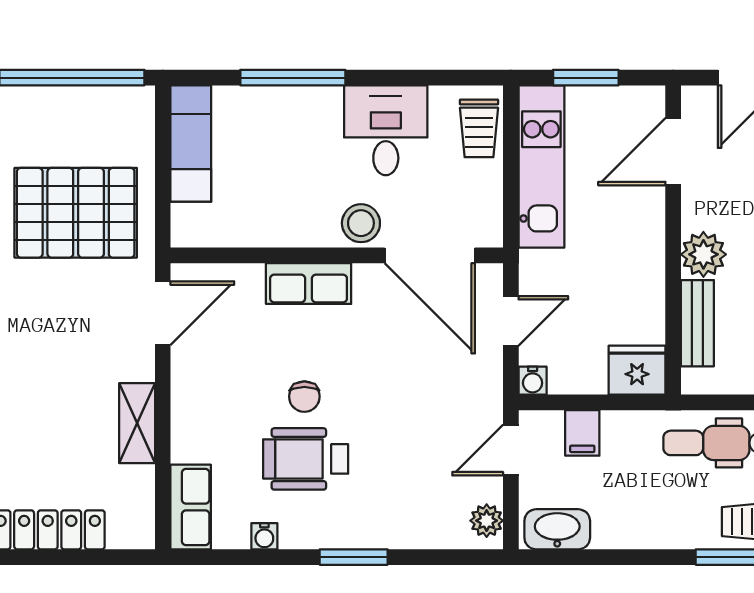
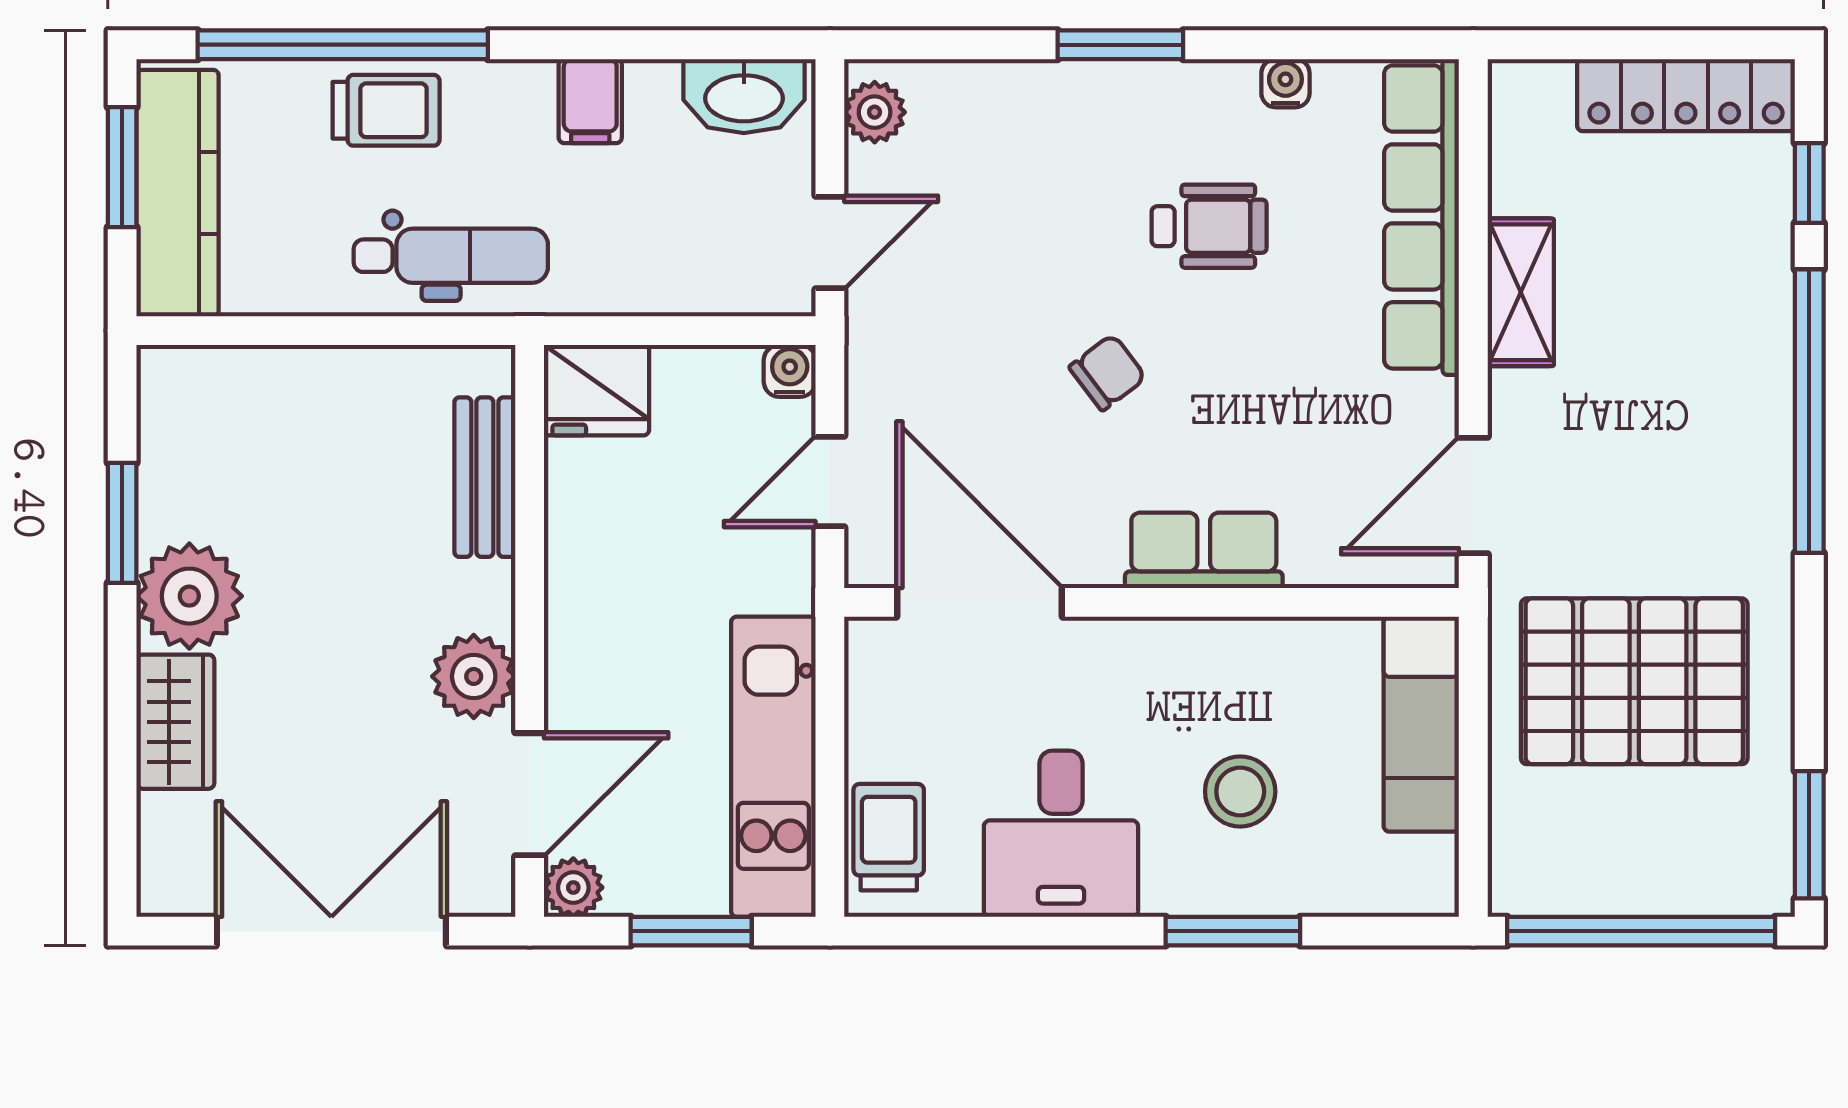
window: (293, 78) -> (1233, 931), width x0.69
plant: (650, 101) -> (573, 888), added
exam couch: (191, 143) -> (1421, 724), moved
stool: (361, 223) -> (1240, 791), moved
plant: (703, 254) -> (474, 676), moved
chair: (304, 397) -> (1108, 372), moved, turned 53
filing cabinet: (582, 433) -> (590, 101), moved, turned 180
wheelchair: (306, 459) -> (1209, 226), width x0.73, depth x0.73
row of seats: (191, 507) -> (1422, 217), width x2.02

